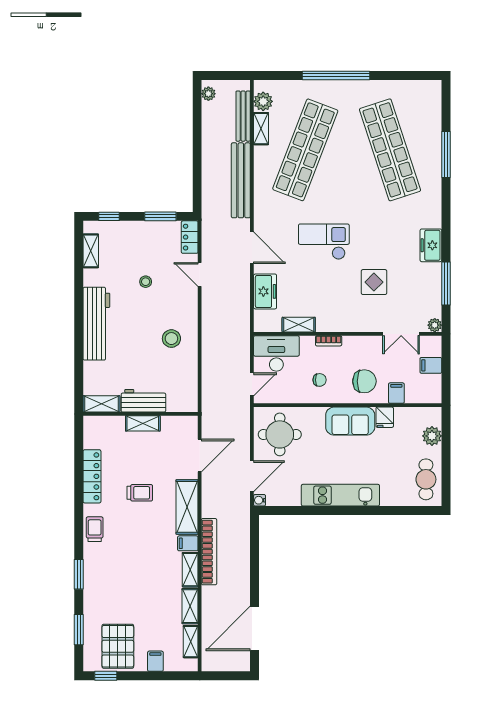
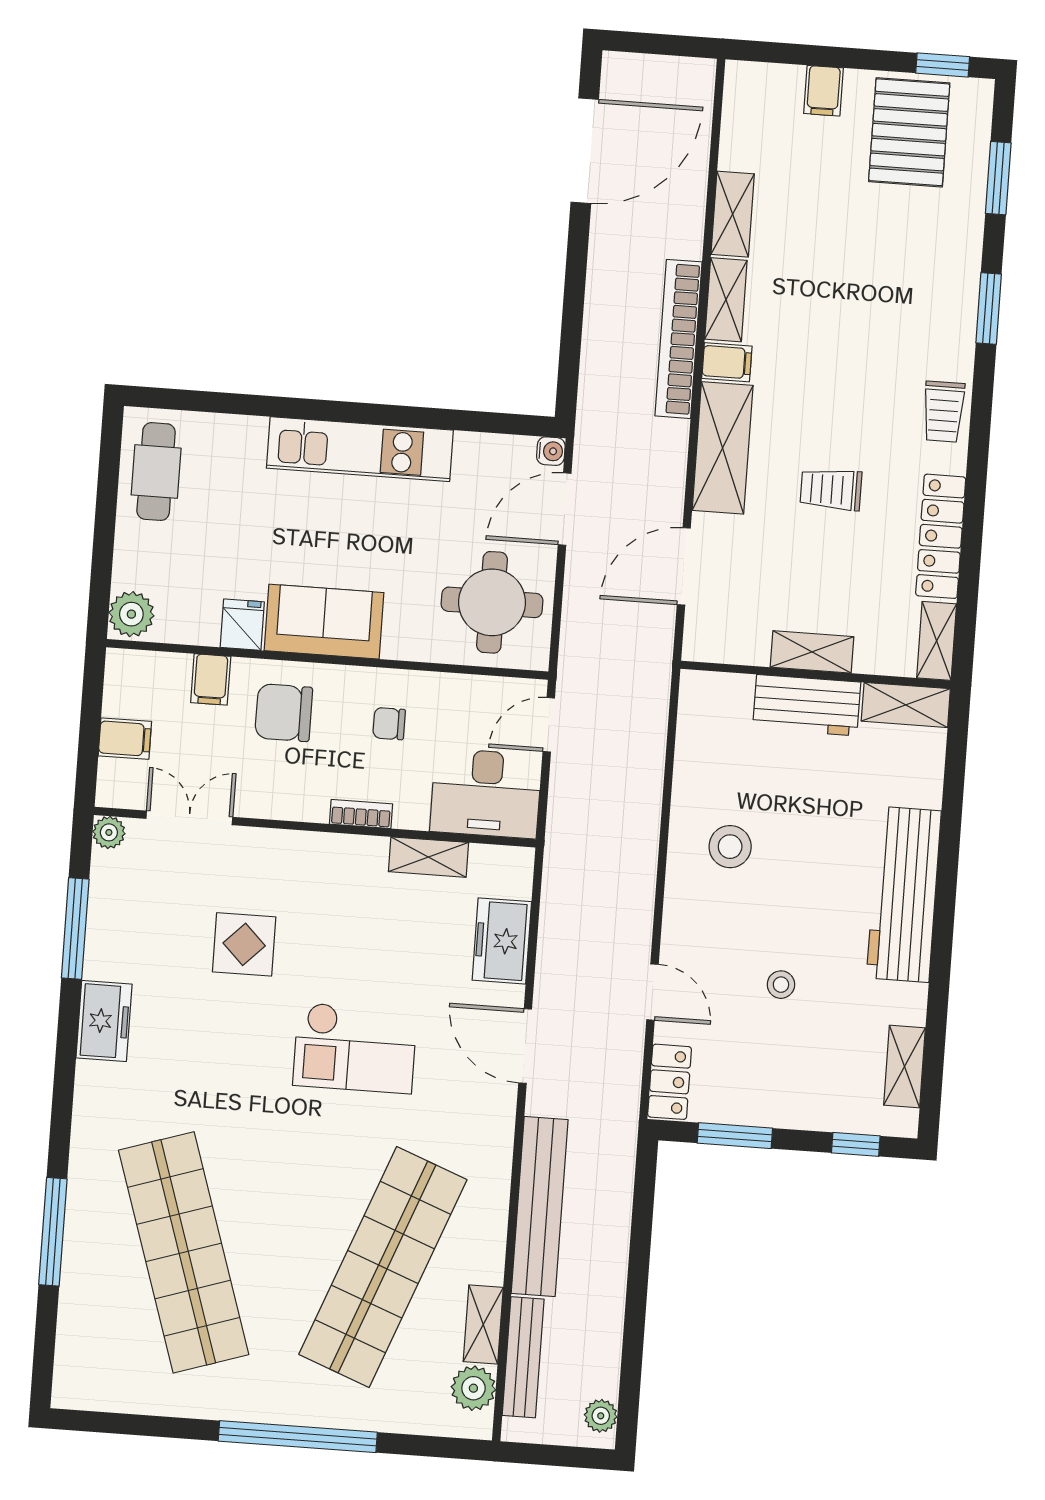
plant: (432, 436) -> (131, 614), moved
shelving: (191, 642) -> (937, 641), moved

